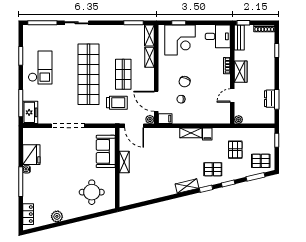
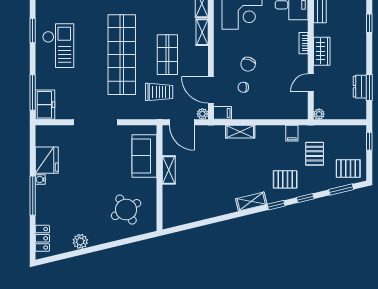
shelving: (191, 133) -> (240, 132), moved
filing cabinet: (207, 134) -> (292, 133), moved
round table: (92, 192) -> (126, 210), turned -30

